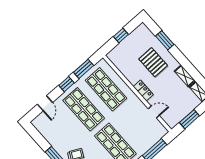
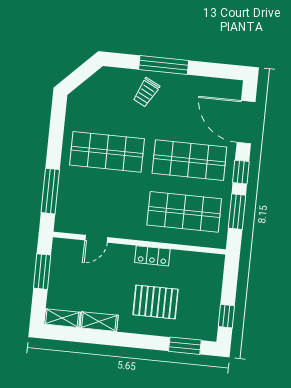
window: (121, 36) -> (226, 316), moved
window: (165, 40) -> (185, 346), moved
locker: (143, 91) -> (152, 256), moved
door: (45, 103) -> (246, 122), width x1.88

